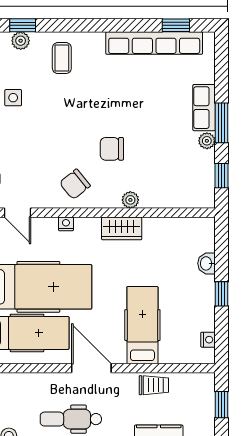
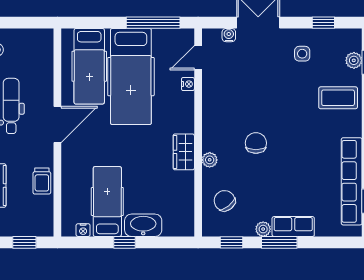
coffee table: (62, 58) -> (338, 98), width x1.36, depth x1.30
chair: (75, 184) -> (225, 201), moved
nightstand: (66, 224) -> (188, 84), moved
washbasin: (207, 263) -> (143, 225), width x1.91, depth x1.45
hospital bed: (142, 325) -> (107, 202), moved, turned -90

